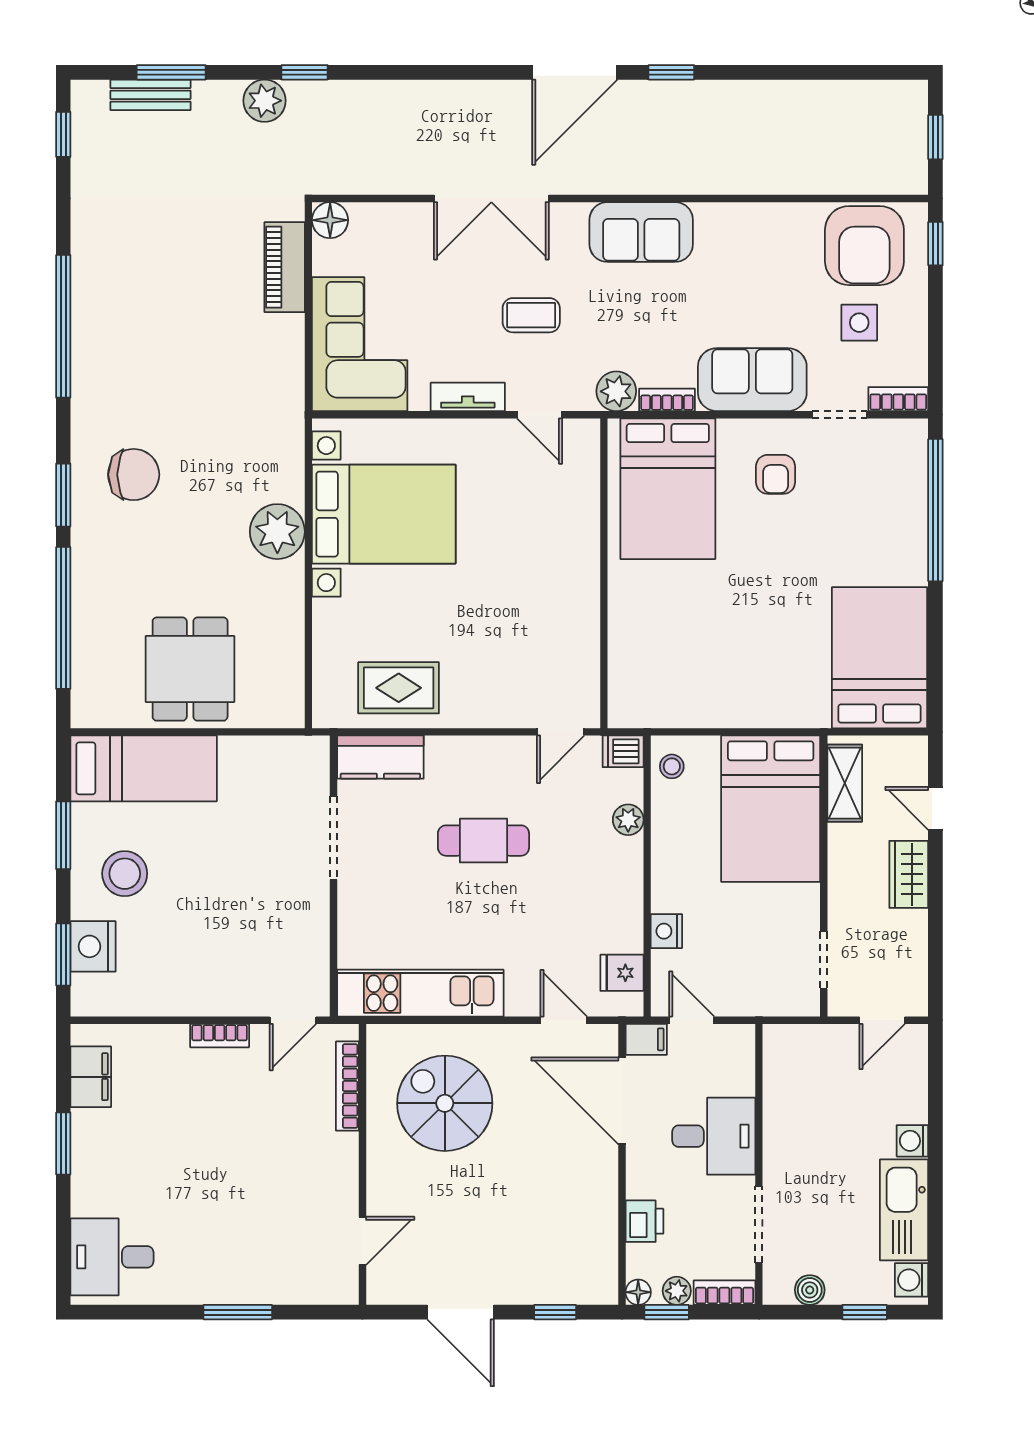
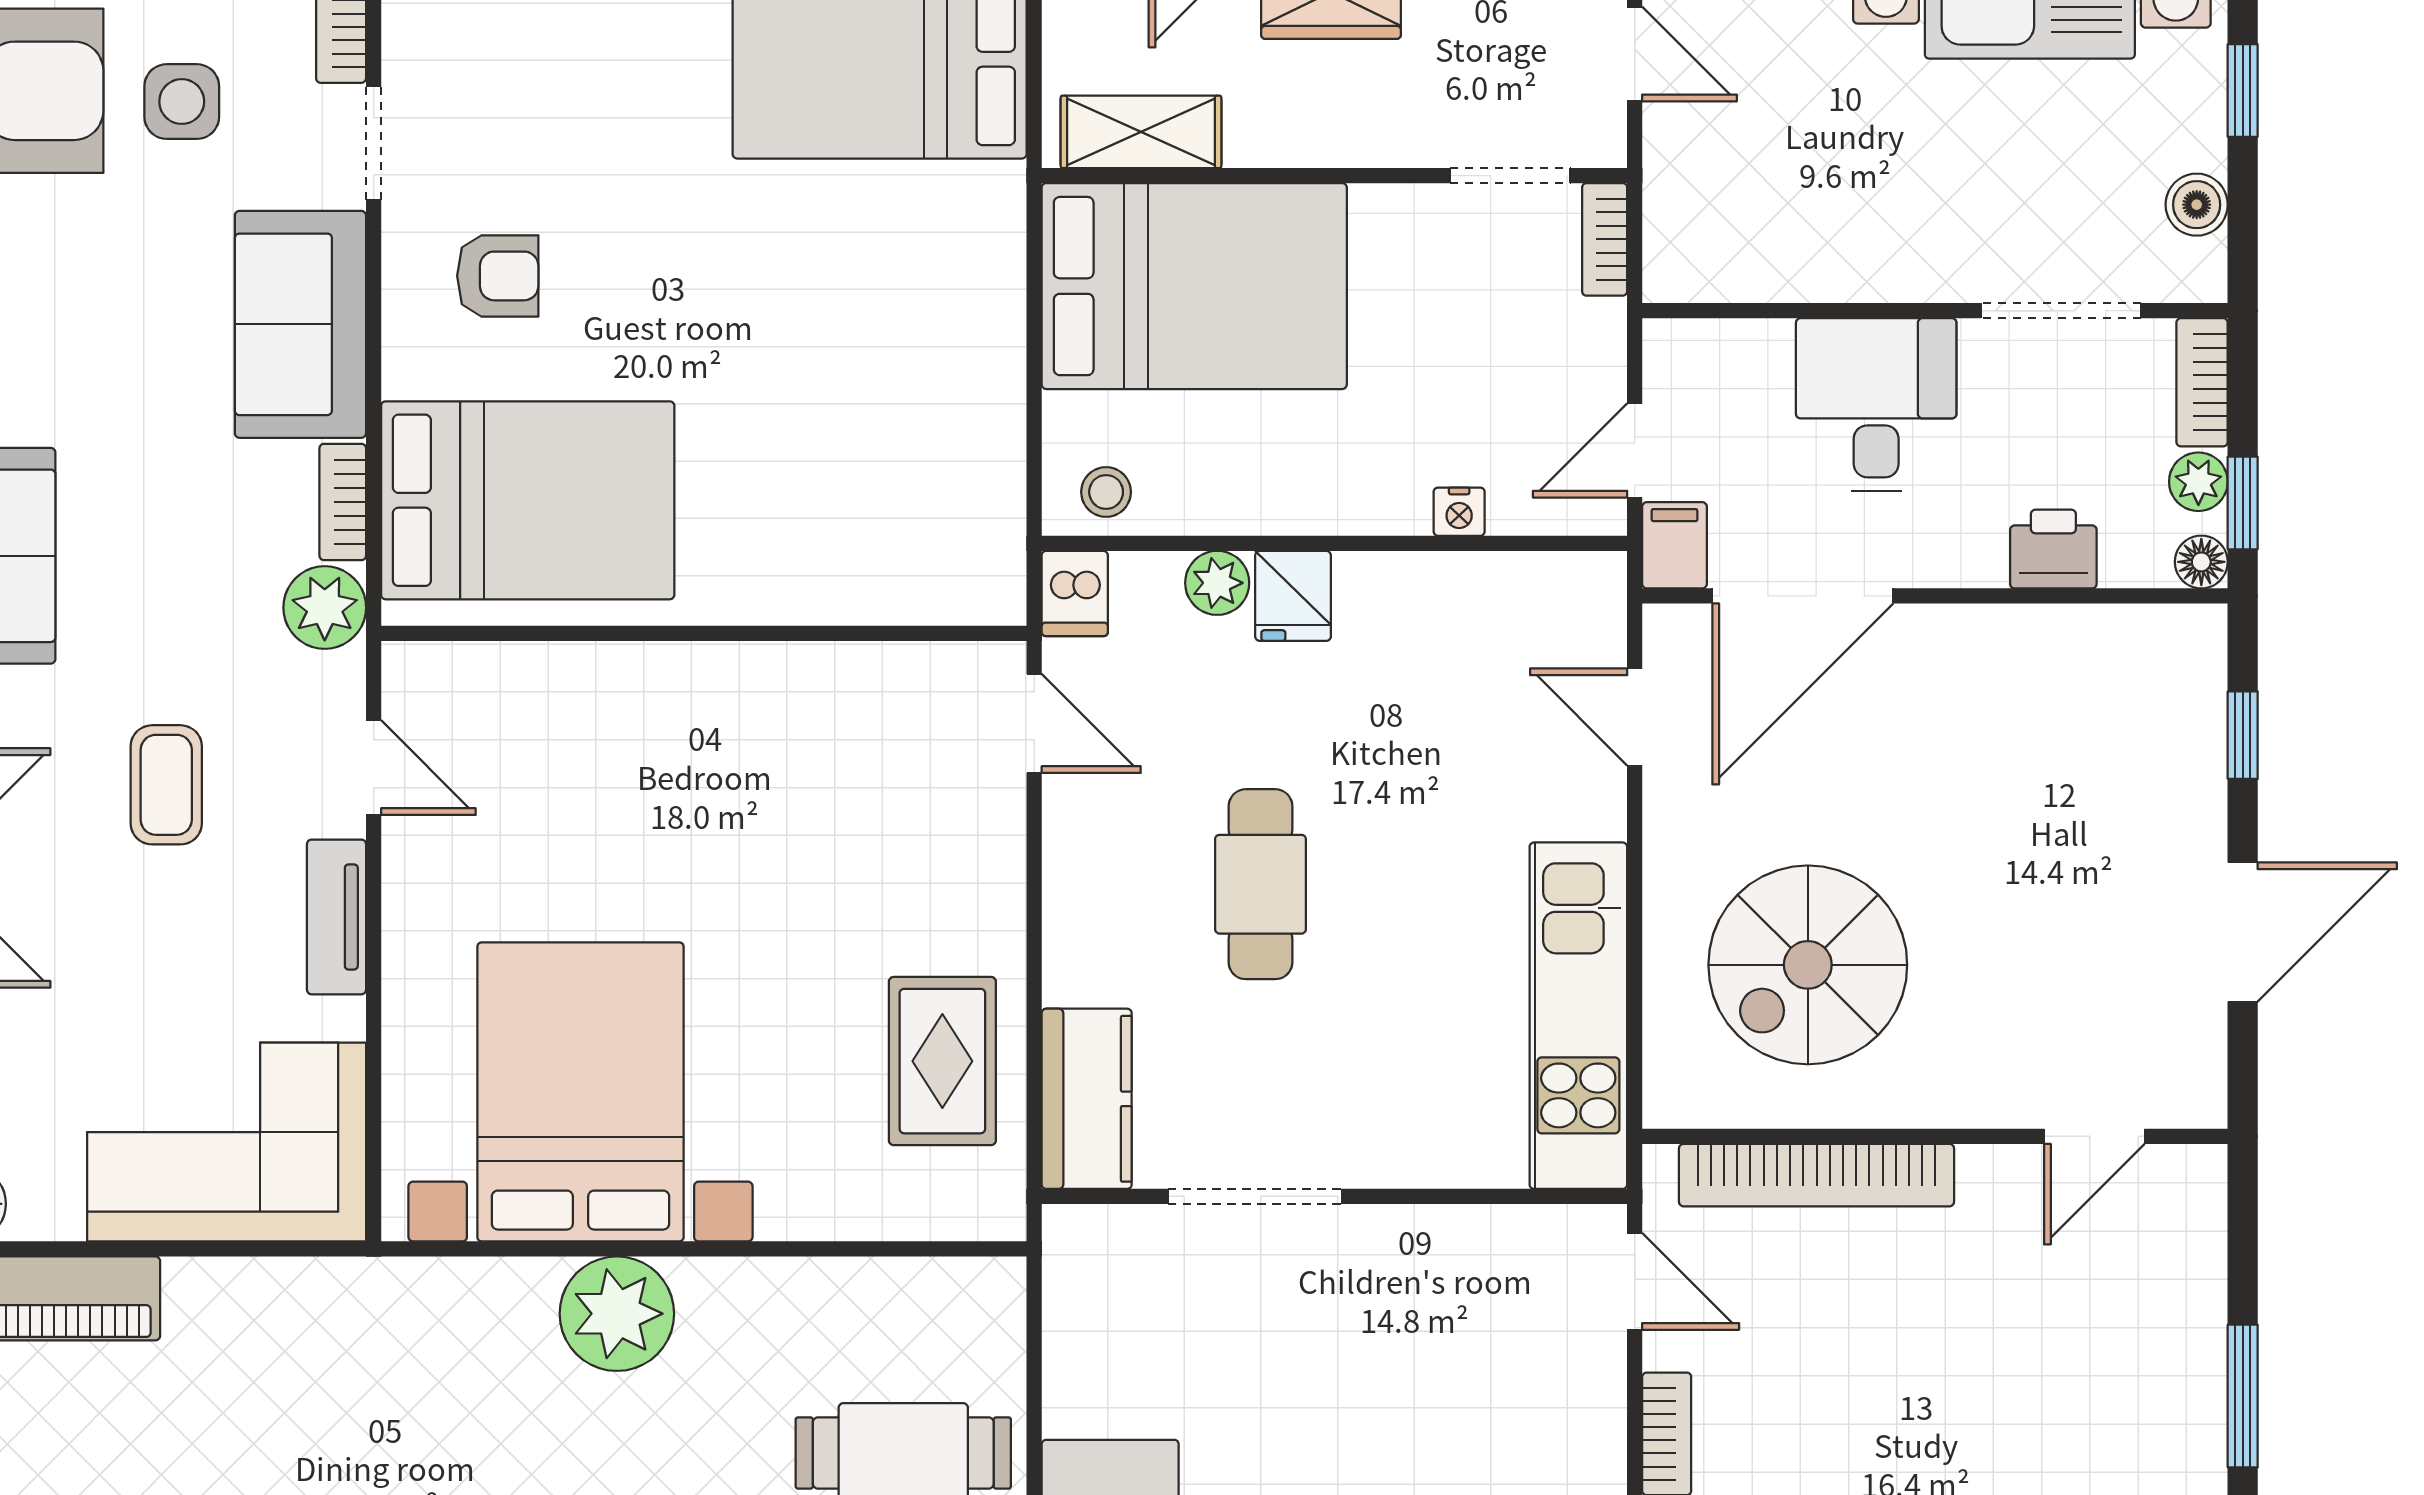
door: (539, 415) -> (374, 768), hinge flipped
nightstand: (666, 931) -> (1459, 512), width x0.72, depth x0.74
fridge: (622, 973) -> (1293, 596), moved
bookcase: (793, 1006) -> (1605, 239), added
door: (564, 1020) -> (1635, 717), hinge flipped
bookcase: (347, 1086) -> (1817, 1175), width x1.48, depth x1.31
door: (362, 1241) -> (2094, 1136), swing flipped

